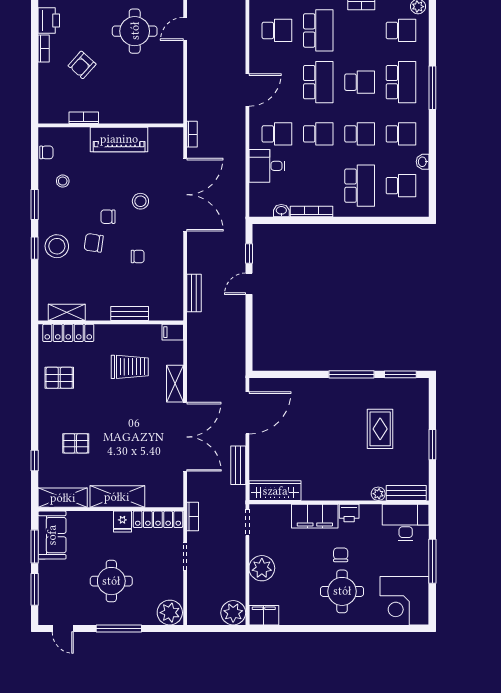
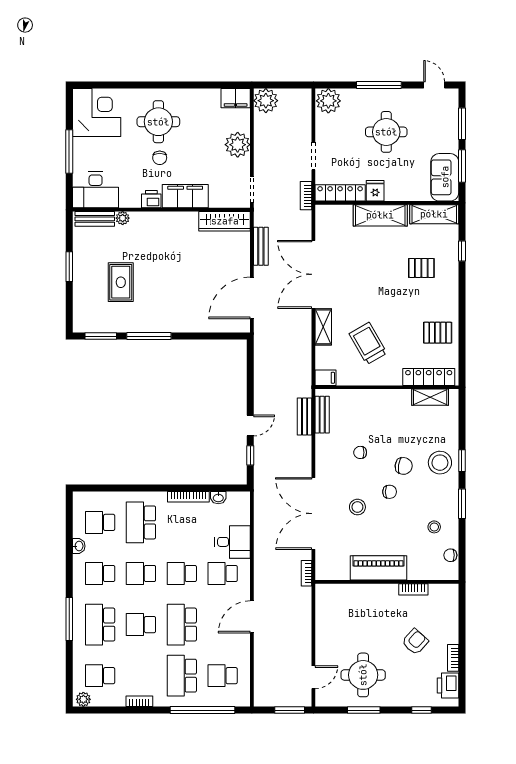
bench: (130, 314) -> (322, 415), moved, turned 90
trolley: (130, 367) -> (368, 343), turned 60

